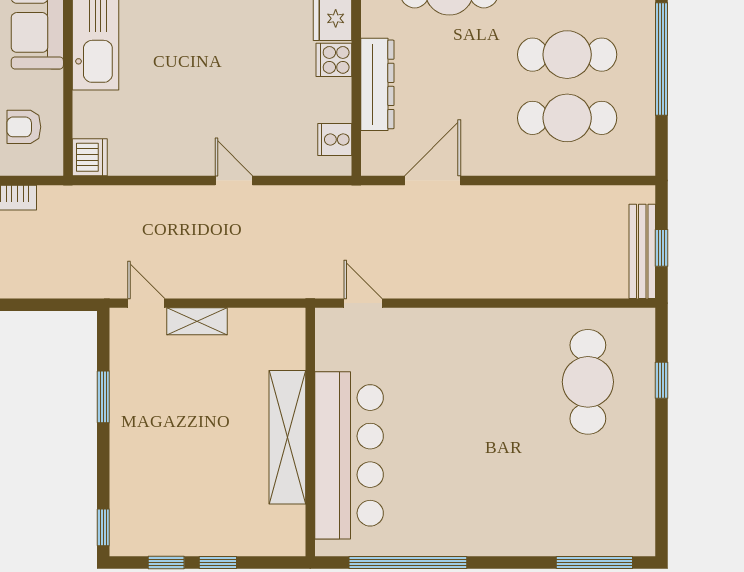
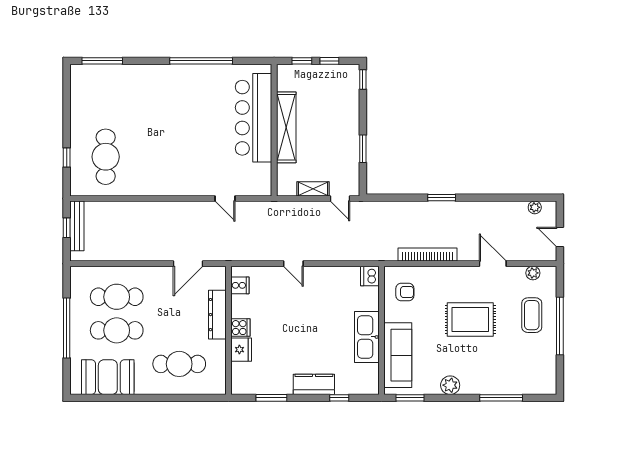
wall: (310, 432) -> (274, 130), moved
shelving: (287, 437) -> (286, 127), moved
bar counter: (349, 455) -> (254, 118), moved

